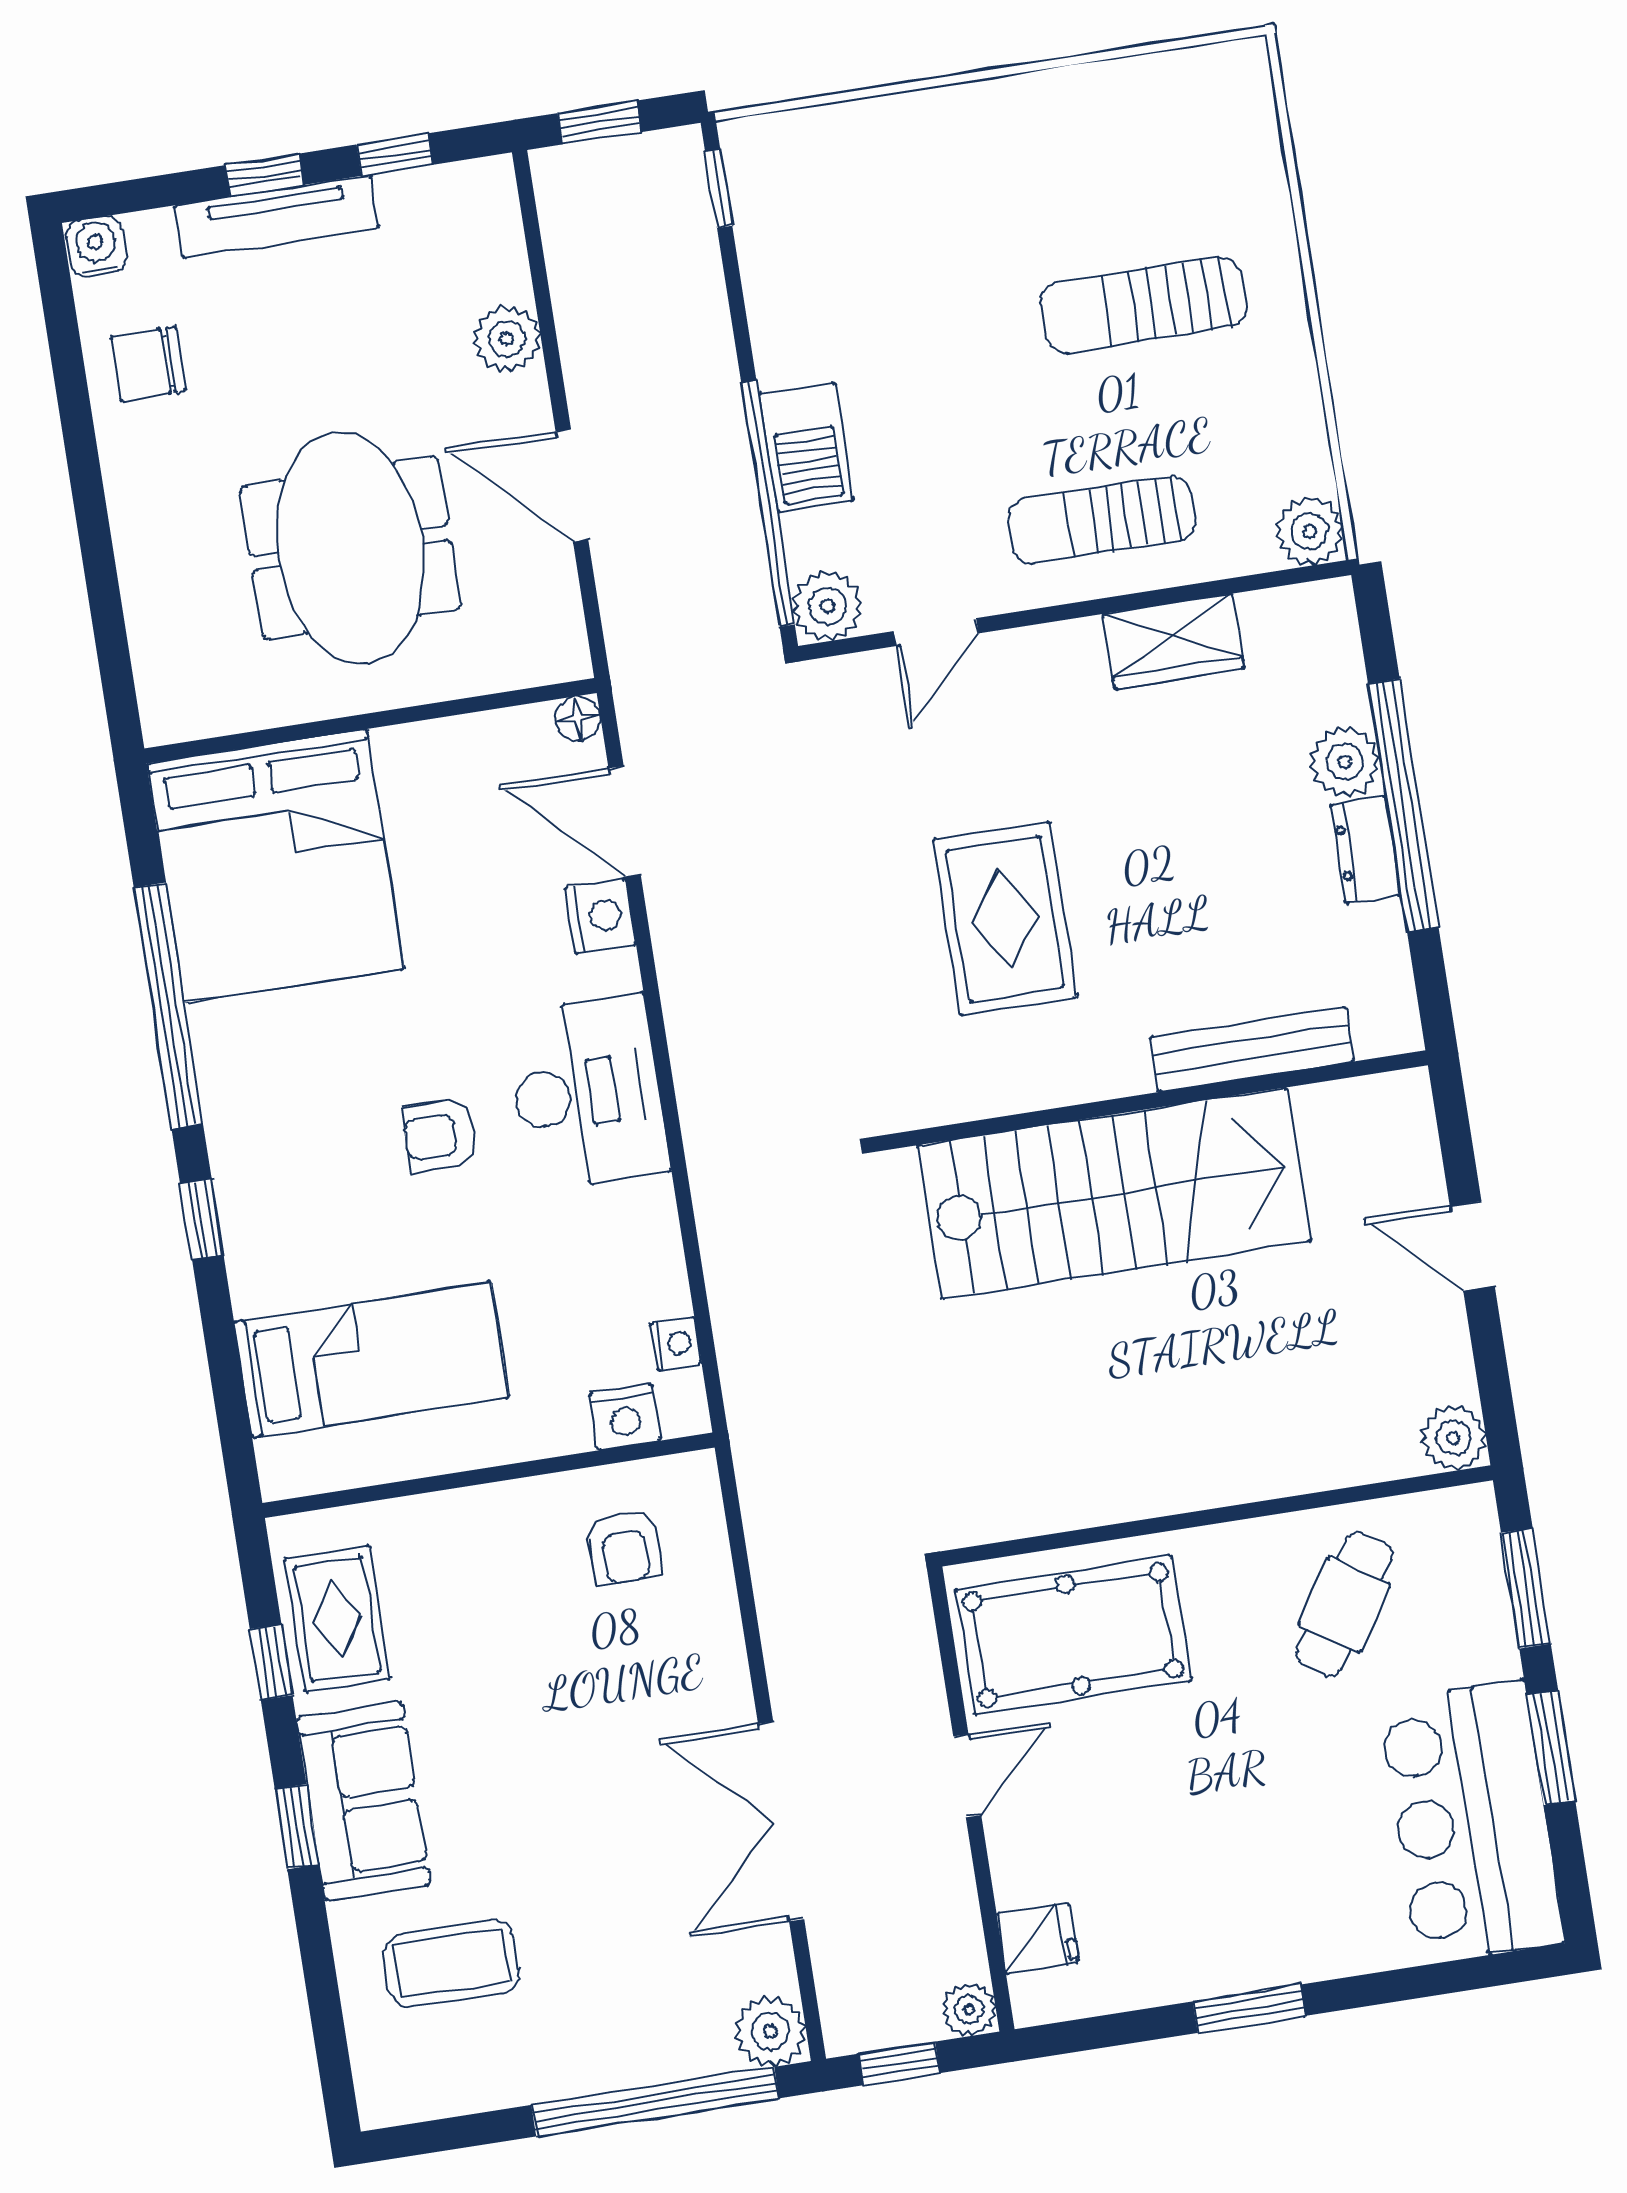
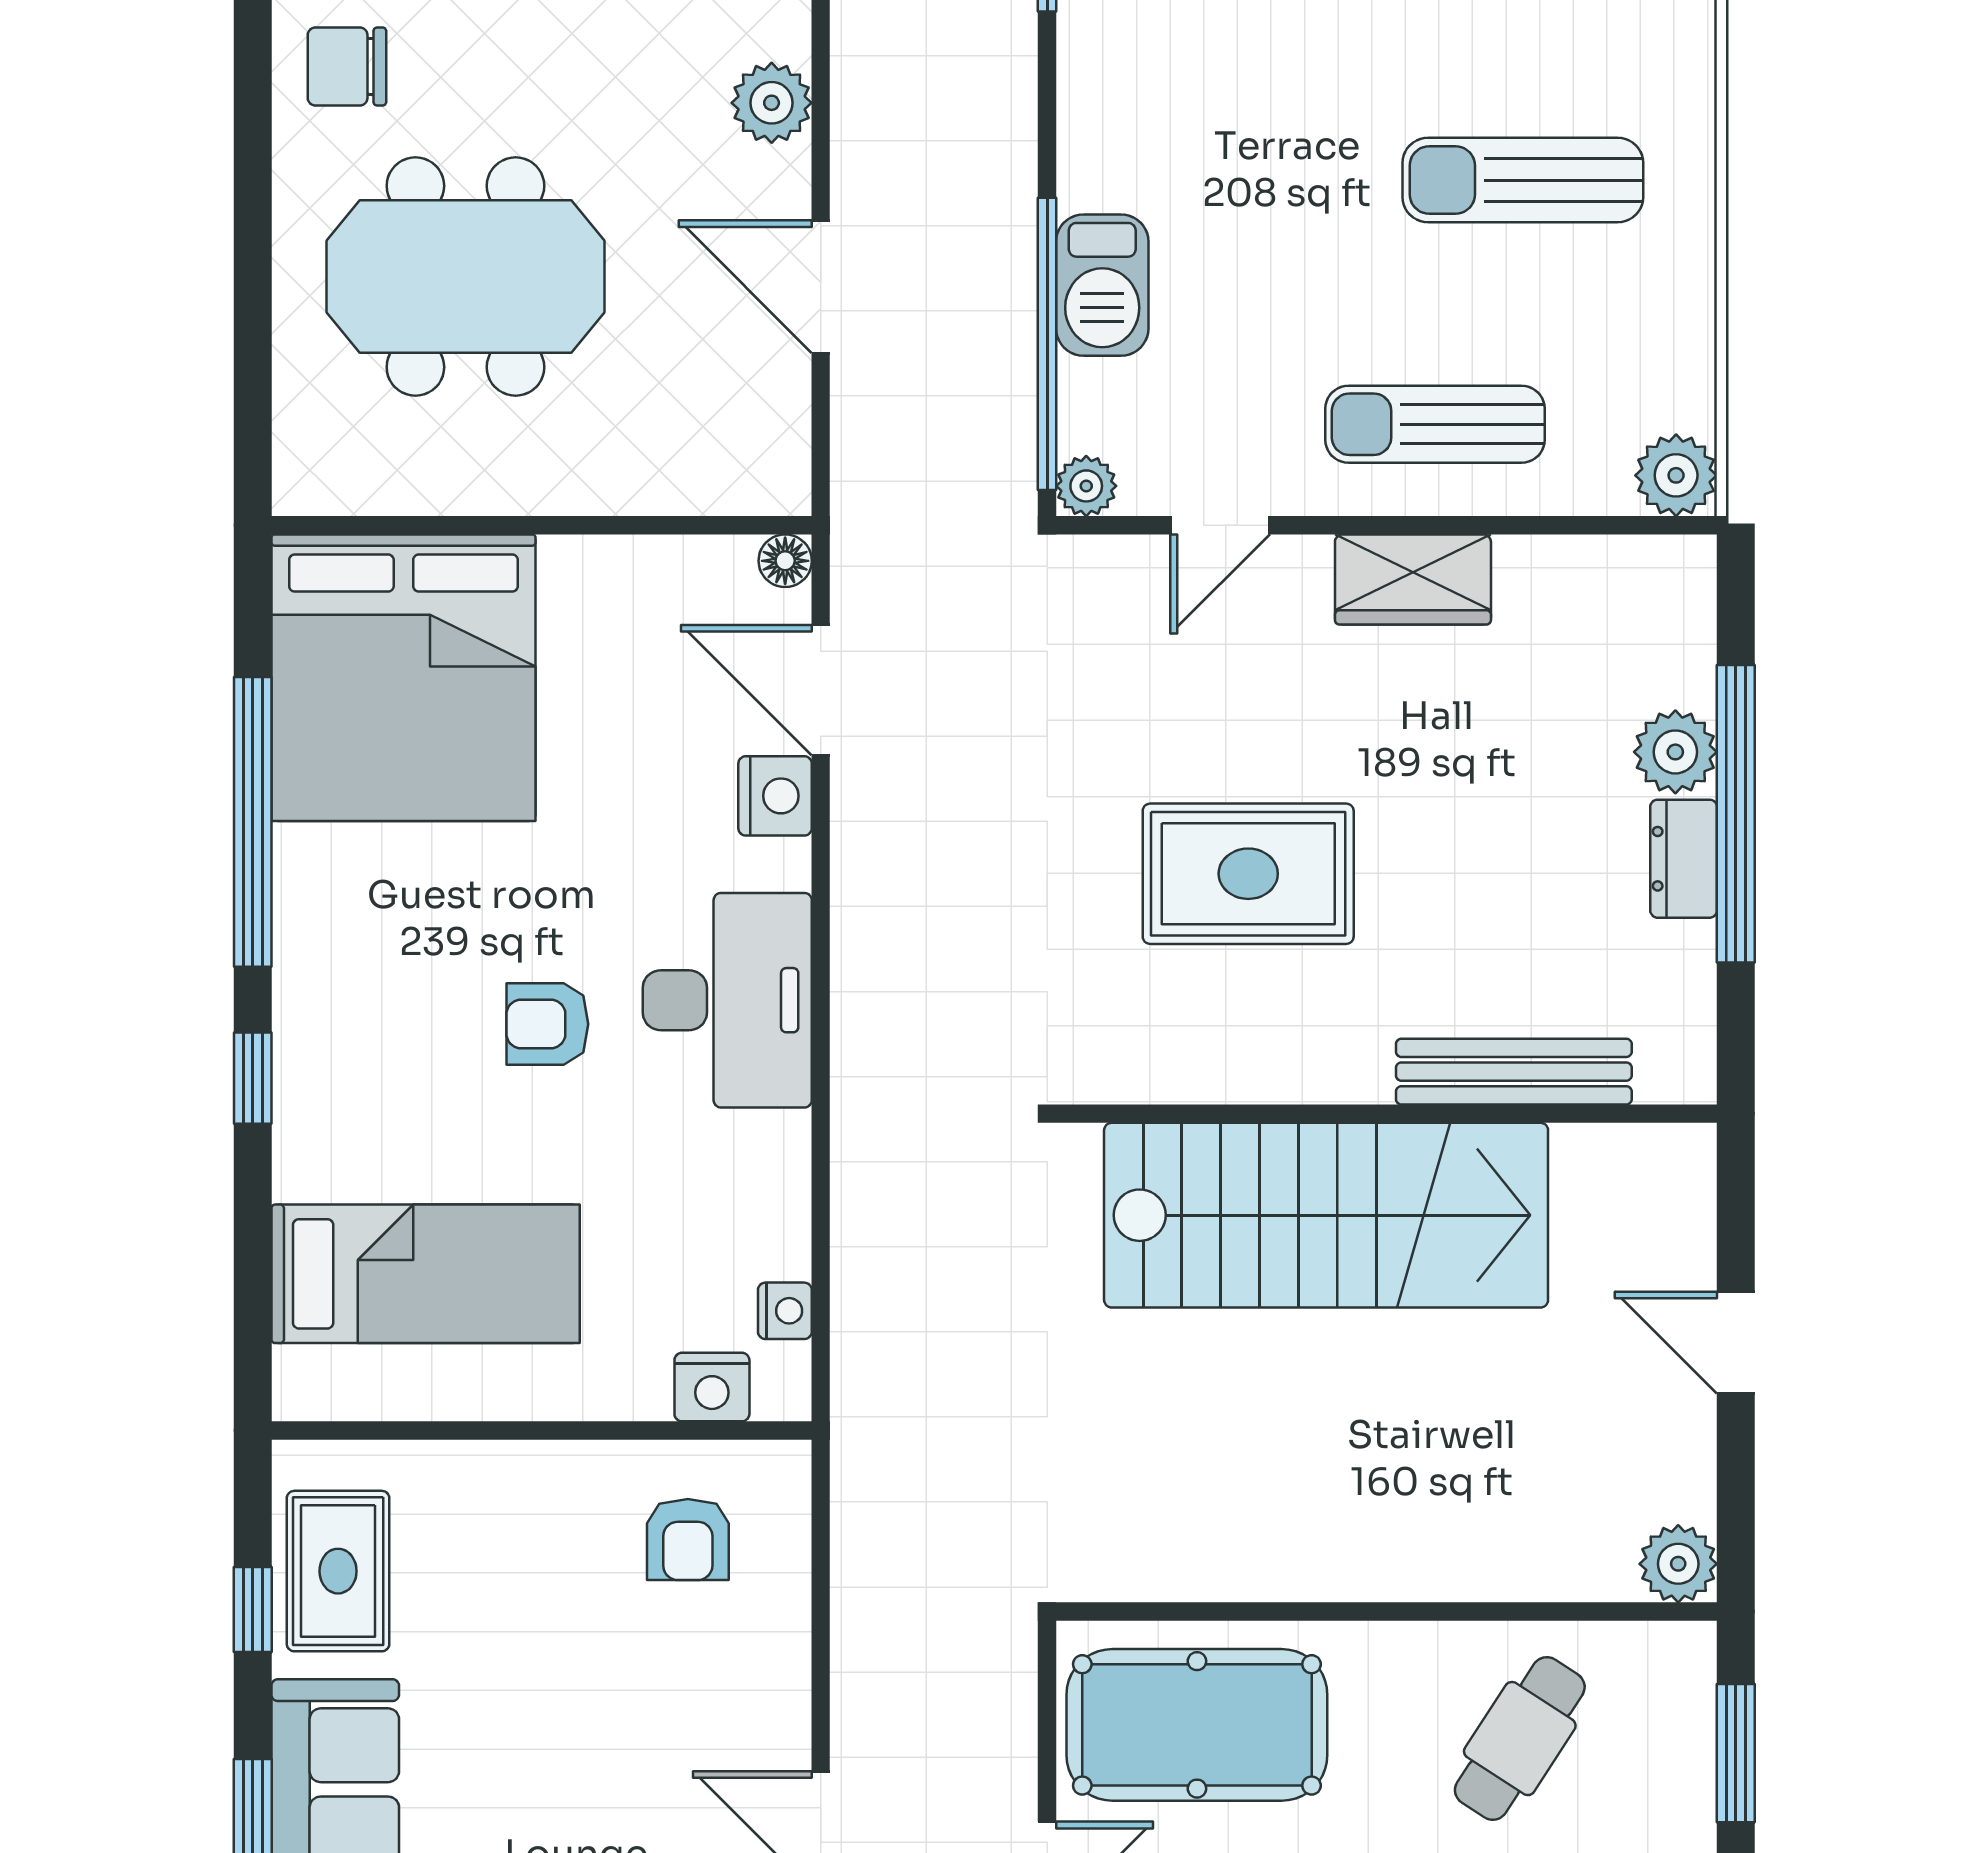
meeting table: (350, 548) -> (465, 277), moved, turned 90
plant: (827, 606) -> (1086, 486), width x0.73, depth x0.73
wardrobe: (1174, 641) -> (1413, 579), moved
rug: (1005, 919) -> (1248, 874), turned 90

